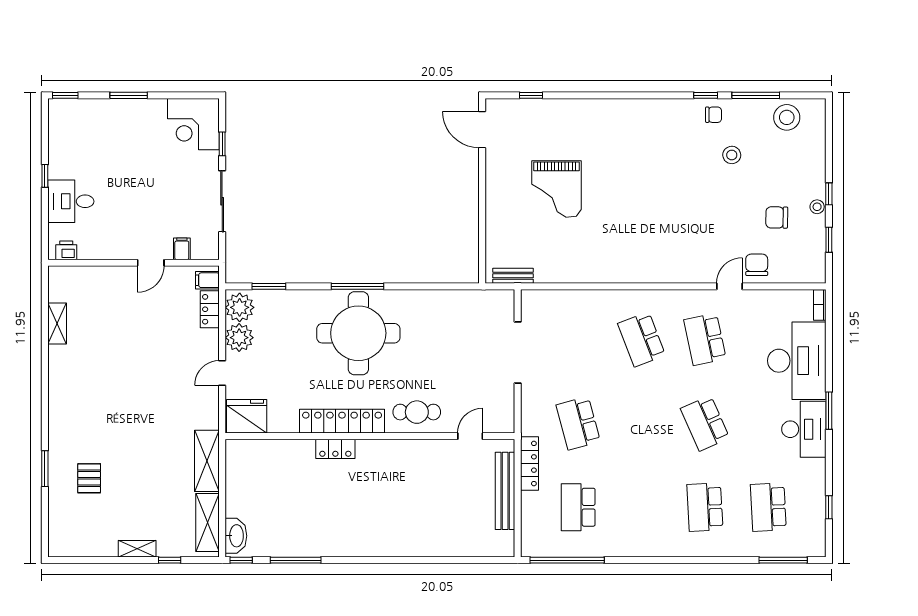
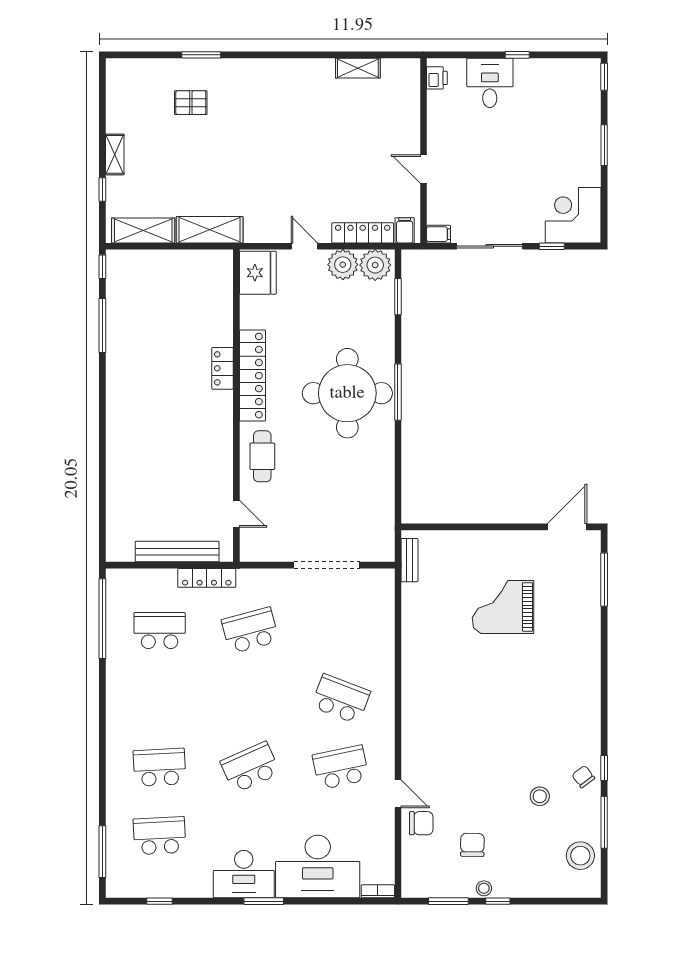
window: (531, 95) -> (604, 580), width x2.17
chair: (714, 115) -> (583, 777), turned 143
window: (829, 240) -> (448, 901), width x1.50
filing cabinet: (182, 249) -> (439, 234), moved
locker: (210, 309) -> (363, 233), width x1.53
school desk: (642, 339) -> (341, 699), turned 42
washbasin: (236, 536) -> (129, 261), removed

